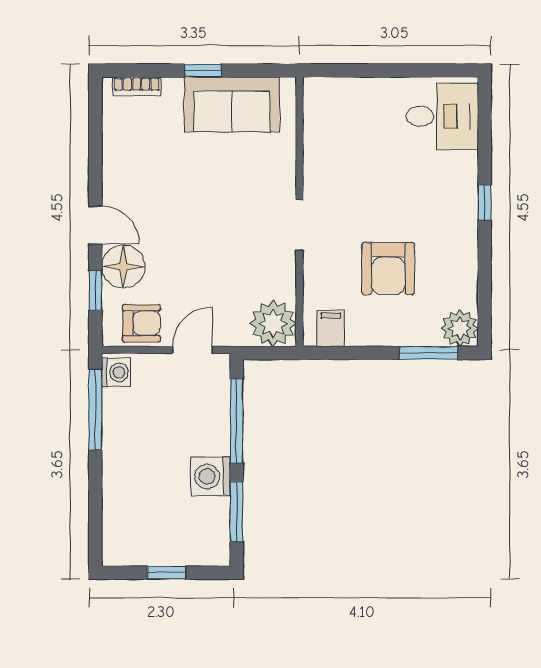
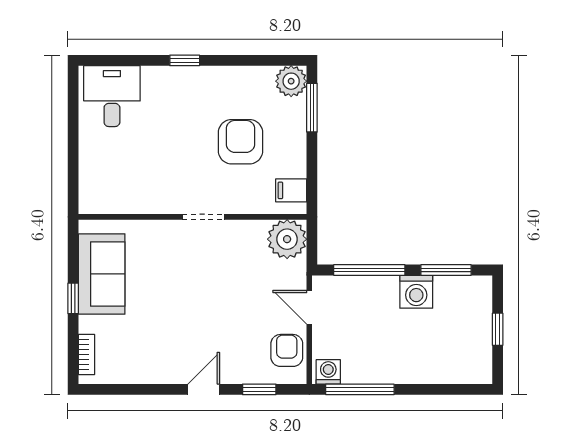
floor lamp: (123, 267) -> (239, 366), removed
armchair: (388, 268) -> (240, 142), turned -90

